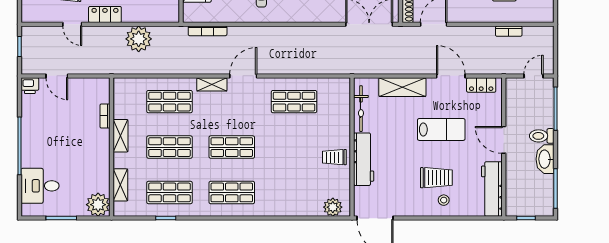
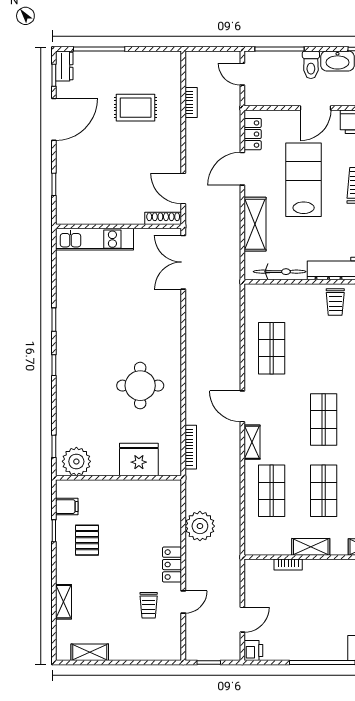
lab bench: (441, 129) -> (304, 180), width x1.36, depth x1.39

